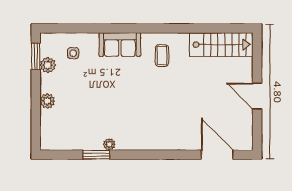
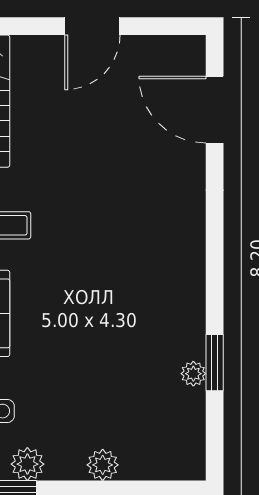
plant: (109, 144) -> (193, 374), moved
door: (217, 155) -> (215, 110), hinge flipped

